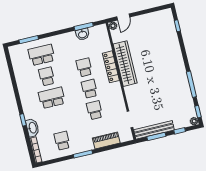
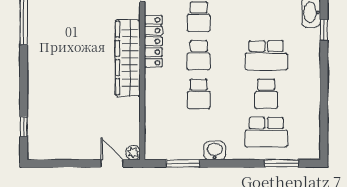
door: (123, 17) -> (112, 163), hinge flipped
washbasin: (82, 34) -> (215, 151), moved
wardrobe: (125, 64) -> (128, 58), moved
locker: (111, 67) -> (153, 41), moved

